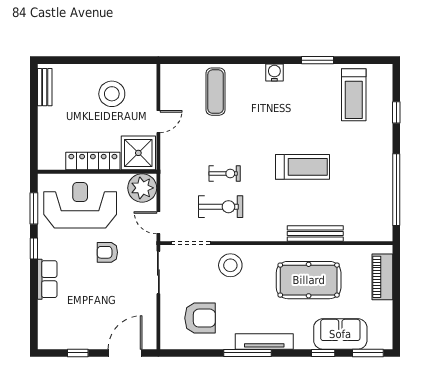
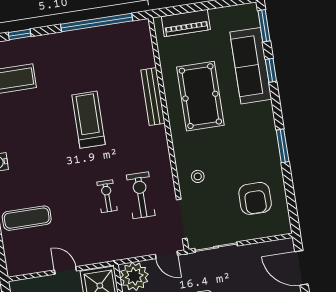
door: (158, 223) -> (166, 255), hinge flipped
stool: (230, 265) -> (198, 176), width x0.53, depth x0.53
armchair: (200, 318) -> (255, 198), turned 180
sofa: (340, 334) -> (251, 66), width x1.36
tv unit: (264, 341) -> (269, 131), removed
window: (247, 353) -> (283, 146), width x0.69

